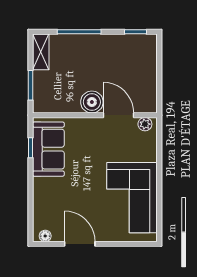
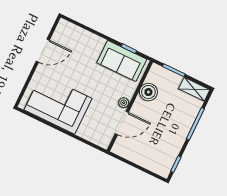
boiler: (92, 102) -> (148, 92), moved
plant: (145, 124) -> (124, 103), moved
floor lamp: (45, 236) -> (60, 28), removed

